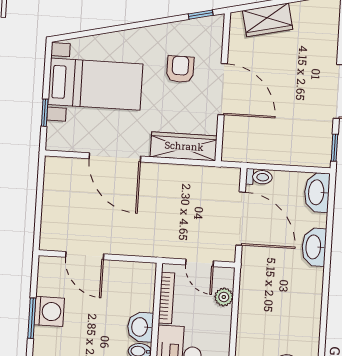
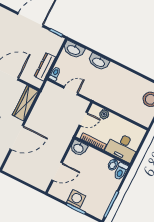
dresser: (264, 154) -> (45, 67), added
door: (241, 219) -> (71, 91), width x0.53
washbasin: (140, 327) -> (79, 148), moved

